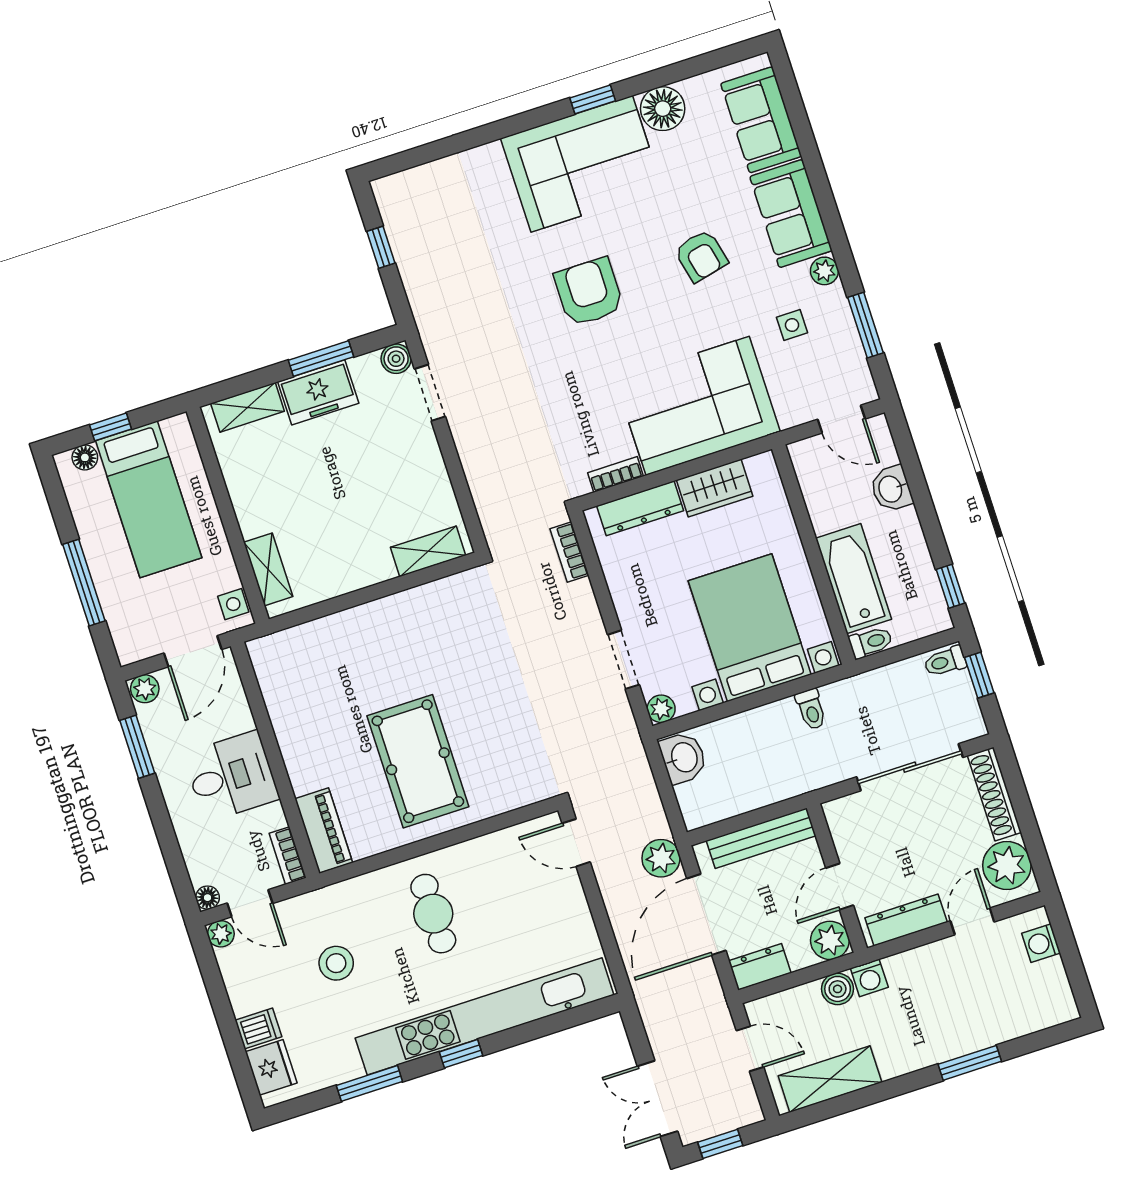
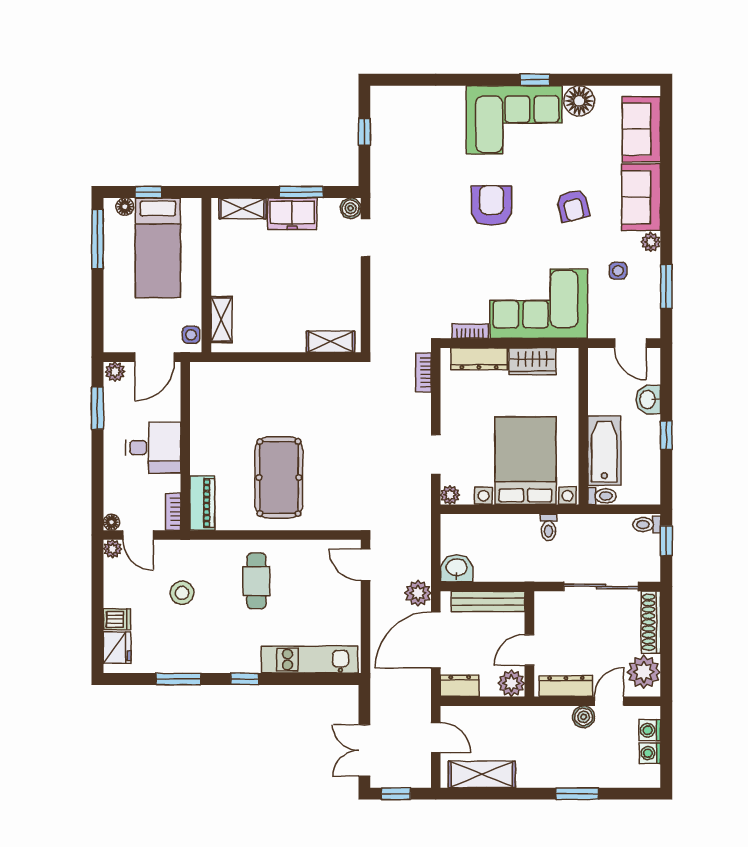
window: (84, 583) -> (98, 239), moved
window: (950, 586) -> (666, 435), moved
washbasin: (683, 758) -> (457, 568), moved, turned -90
washing machine: (869, 978) -> (650, 753), moved, turned 90
boiler: (838, 989) -> (584, 717), moved
kitchen unit: (485, 1016) -> (310, 660), width x0.54

